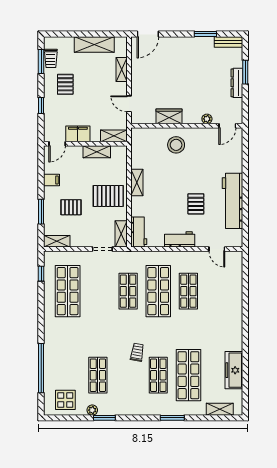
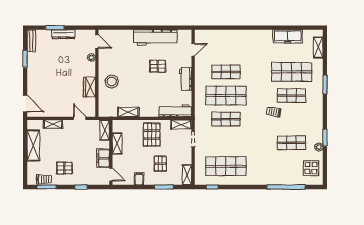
door: (129, 104) -> (80, 118), swing flipped
shelving: (137, 183) -> (128, 112), moved
workbench: (139, 232) -> (175, 111), width x1.38

